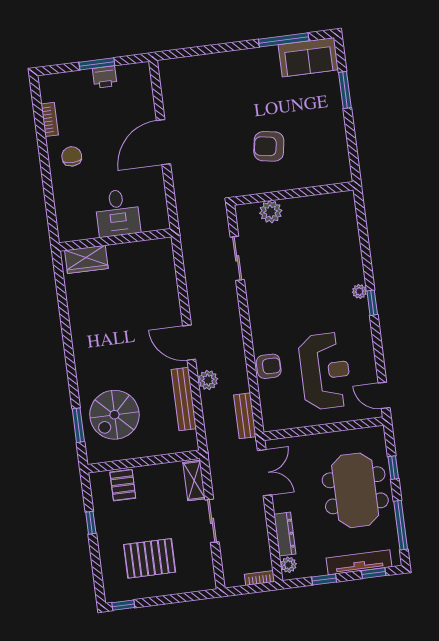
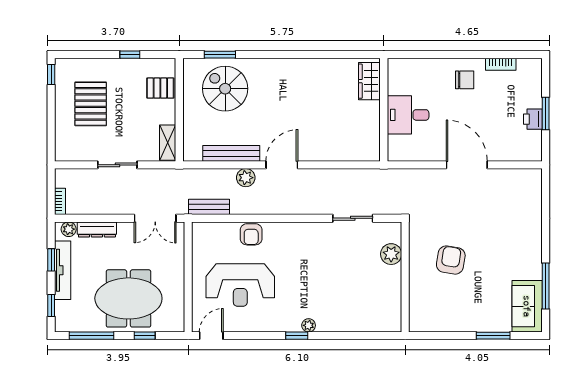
shelving: (194, 481) -> (168, 143), moved, turned 90
tv unit: (359, 562) -> (63, 270), moved

